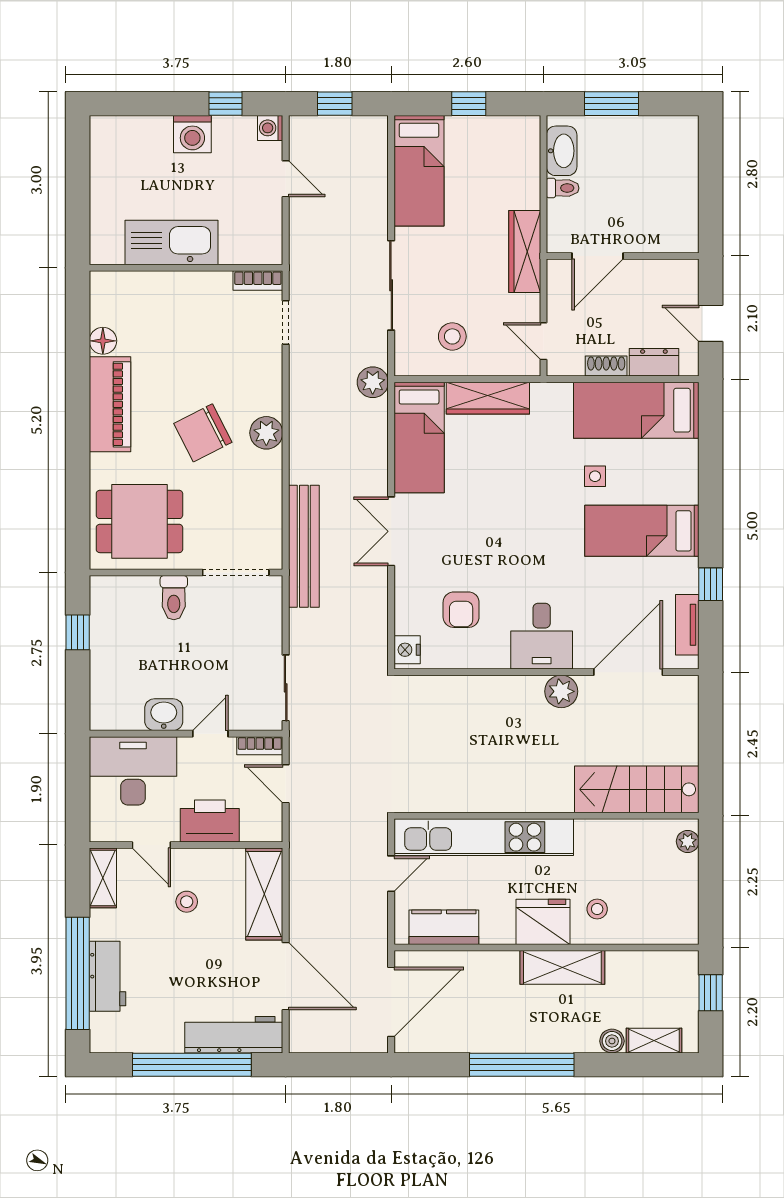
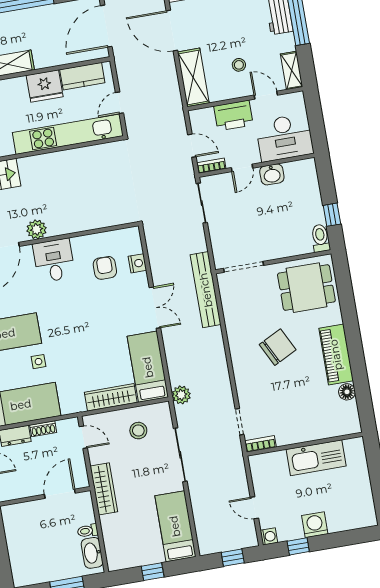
plant: (266, 433) -> (240, 354), removed
toilet: (174, 598) -> (320, 238), moved
nightstand: (407, 650) -> (137, 263), moved
fridge: (543, 922) -> (45, 86), moved

